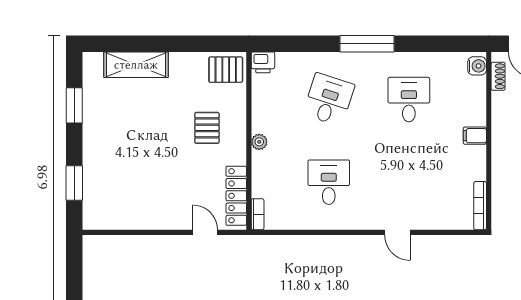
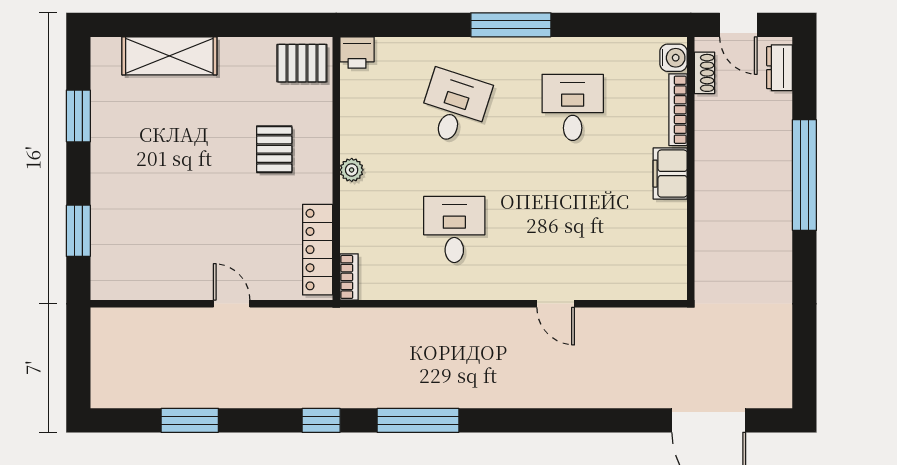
filing cabinet: (475, 136) -> (670, 174), width x2.00
bookcase: (480, 206) -> (678, 110), moved
door: (205, 232) -> (232, 304), moved

